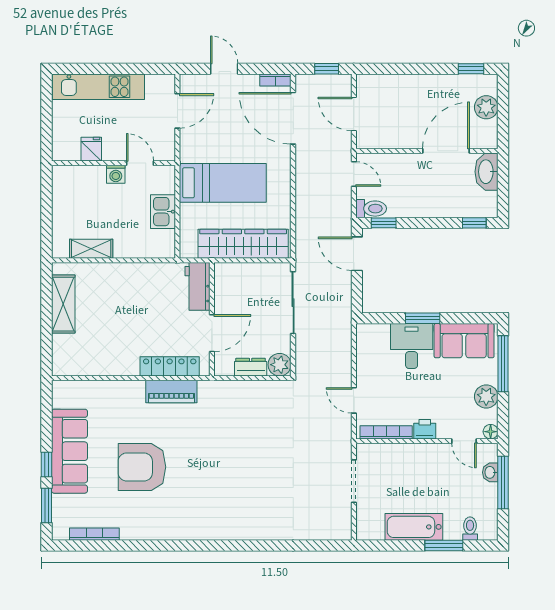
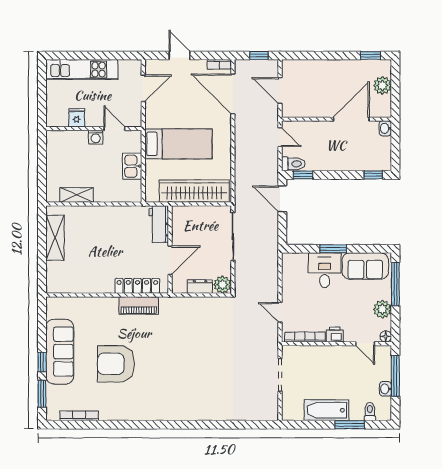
washbasin: (486, 172) -> (385, 128), width x0.52, depth x0.69
washbasin: (490, 472) -> (386, 389), moved

